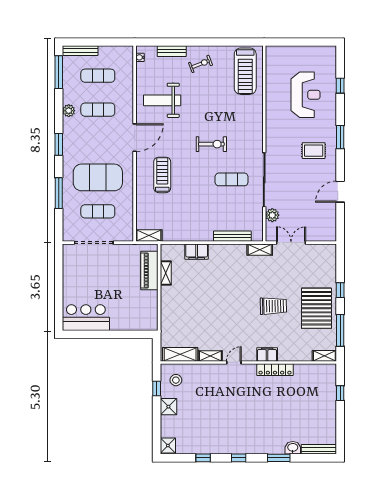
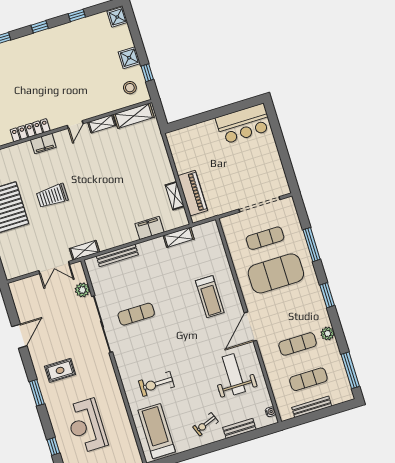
bench: (80, 51) -> (312, 407), moved
weight bench: (162, 100) -> (234, 374), turned -90
exercise bike: (211, 144) -> (156, 384), moved
shelving: (149, 235) -> (179, 237), moved

